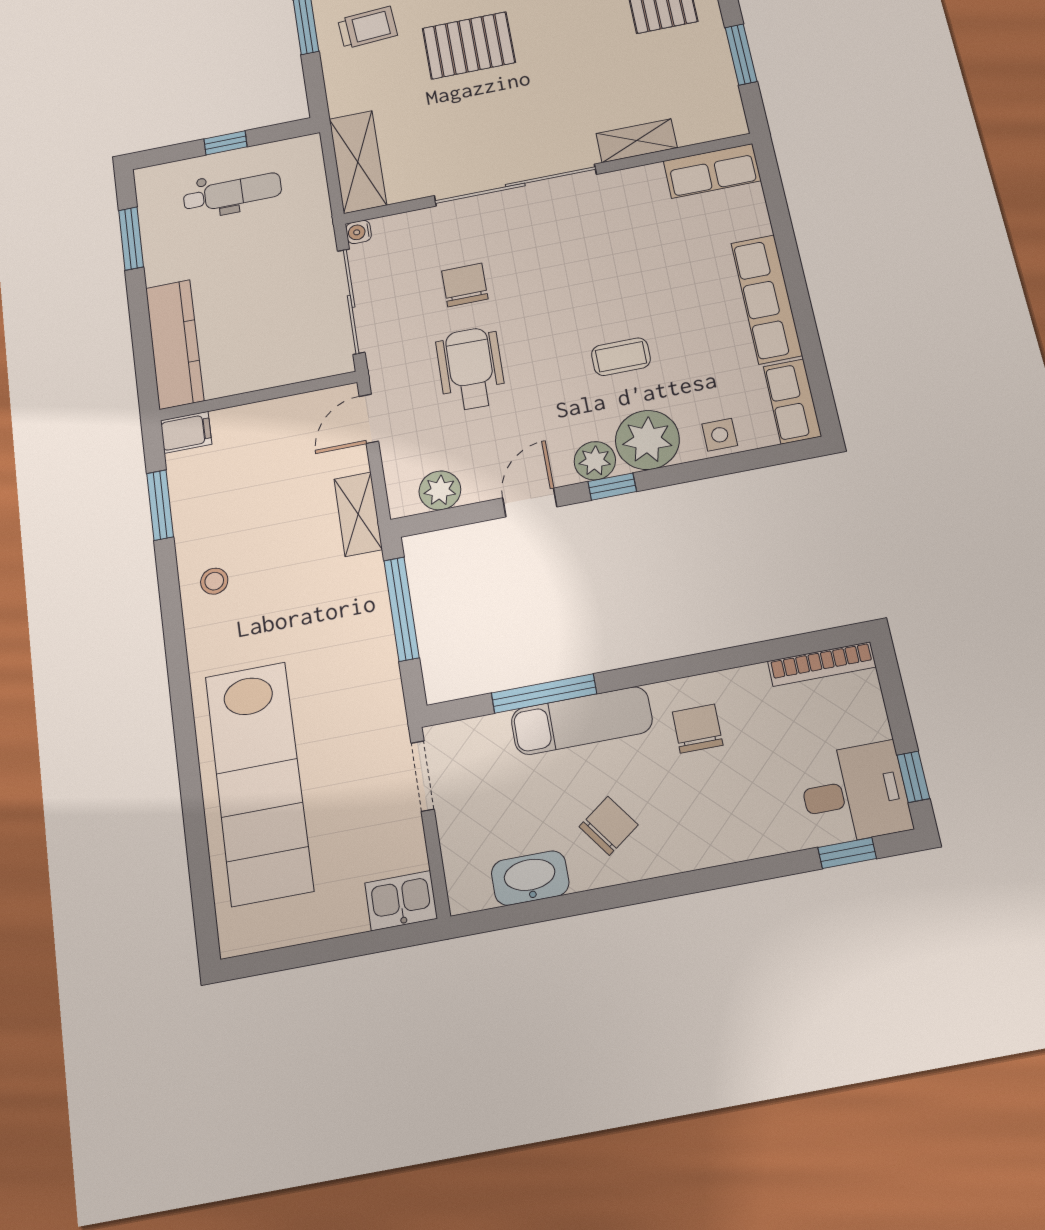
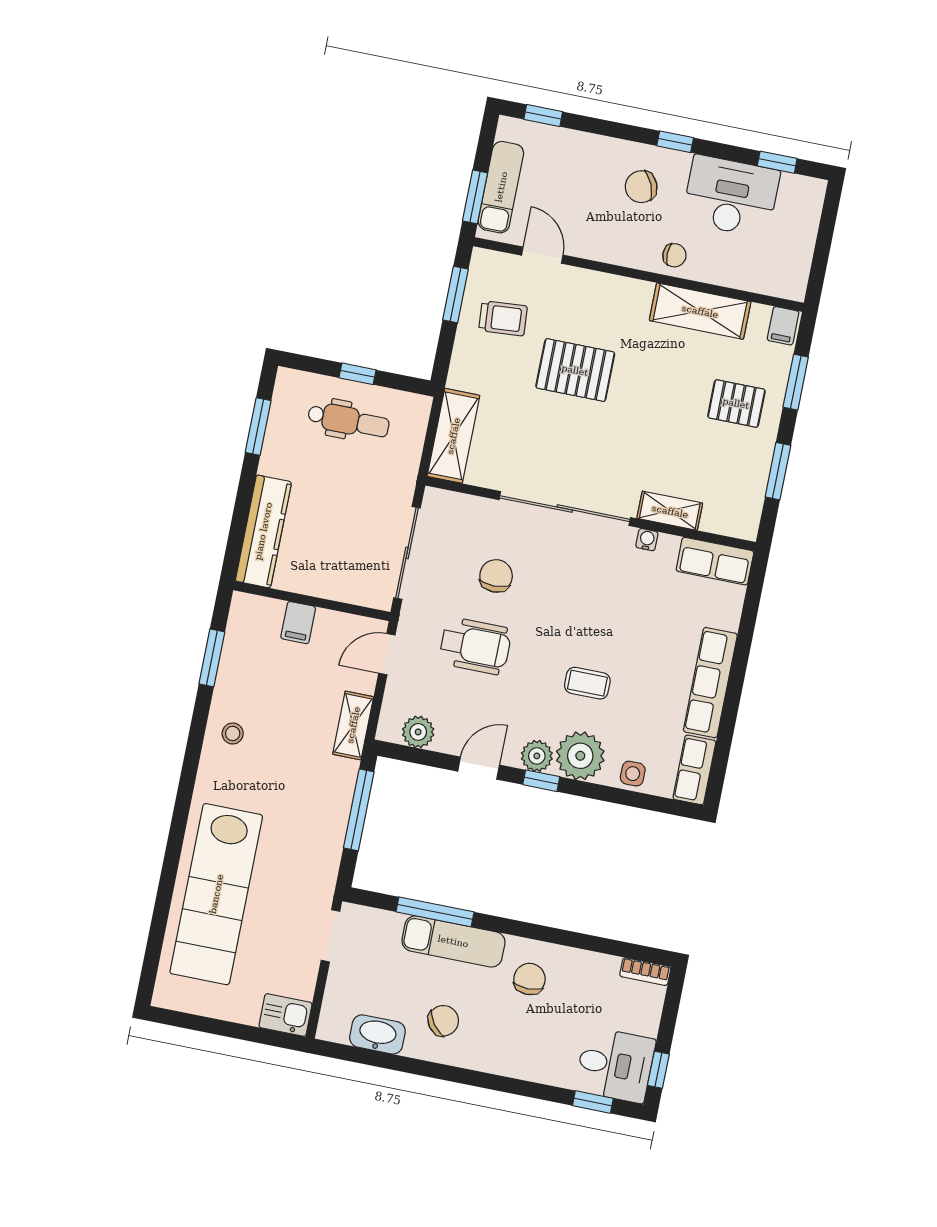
water cooler: (359, 232) -> (647, 540), moved, turned 90
wheelchair: (471, 369) -> (475, 646), turned 89
filing cabinet: (186, 432) -> (298, 623), moved, turned 90
bookcase: (822, 664) -> (645, 972), width x0.64

